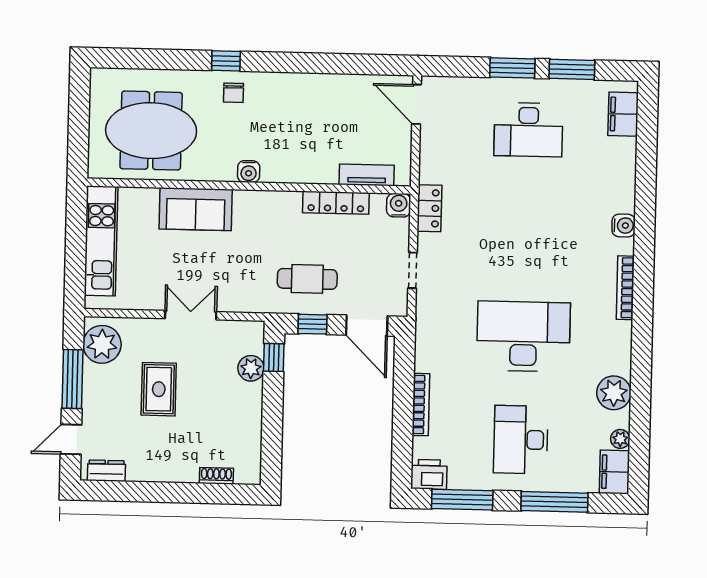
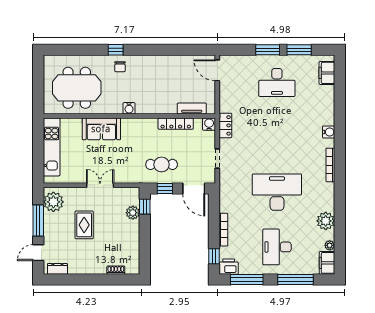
window: (402, 454) -> (214, 256), added

